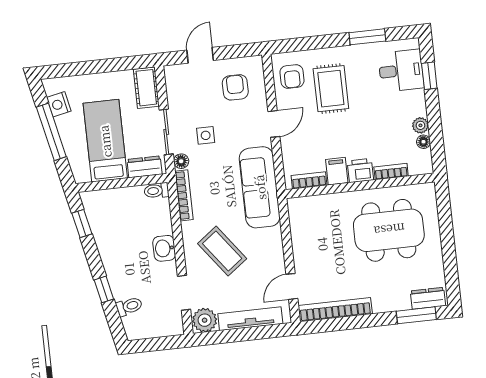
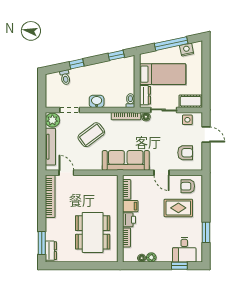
side table: (206, 135) -> (187, 120), moved

